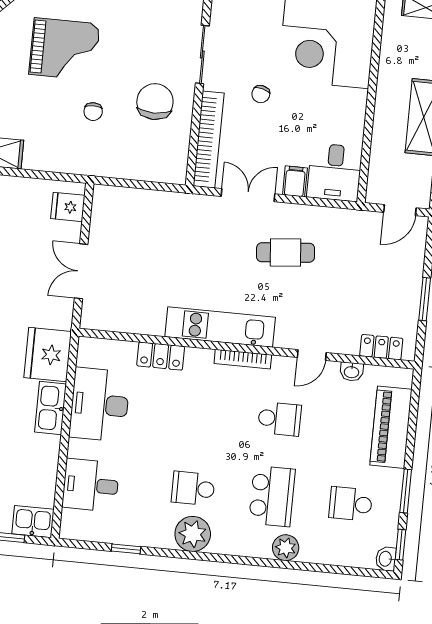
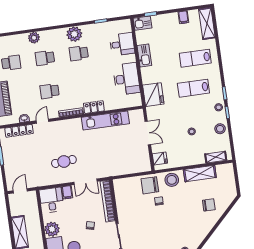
grand piano: (64, 49) -> (177, 224), removed
chair: (155, 102) -> (150, 185), moved, turned 90
plant: (349, 106) -> (52, 229), added
stool: (53, 152) -> (172, 180), added
kitchen unit: (220, 327) -> (105, 121), moved
locker: (381, 347) -> (19, 131), width x1.53
locker: (161, 356) -> (94, 107), moved
kitchen sink: (50, 408) -> (144, 55), moved
school desk: (193, 488) -> (79, 53), turned 180
school desk: (272, 496) -> (45, 58), width x0.54

